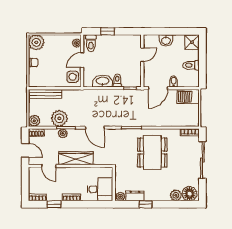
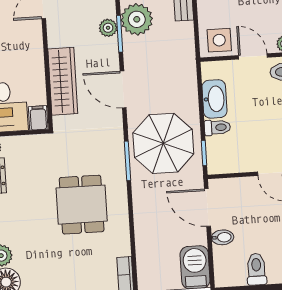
parasol: (124, 109) -> (163, 143), added
door: (95, 128) -> (123, 89), hinge flipped
dining table: (152, 153) -> (82, 205), width x0.73
wardrobe: (76, 158) -> (63, 81), moved
filing cabinet: (107, 172) -> (38, 118), added

